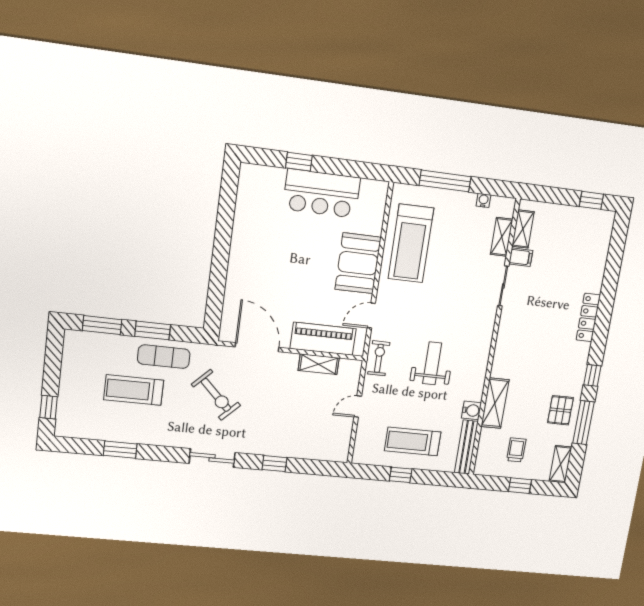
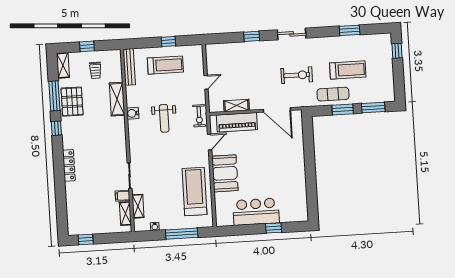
exercise bike: (216, 395) -> (297, 75), turned 135
water cooler: (471, 410) -> (133, 113), moved
pallet: (560, 410) -> (72, 102), width x1.50, depth x1.42

